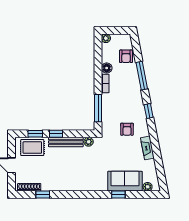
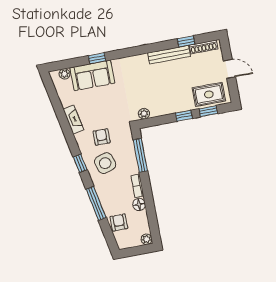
side table: (128, 107) -> (105, 163), added
bench: (66, 142) -> (169, 55), moved

